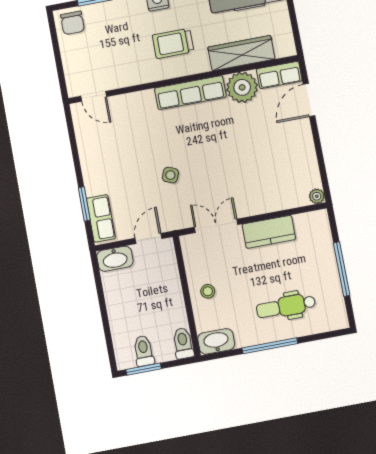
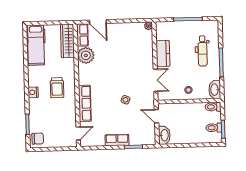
wardrobe: (241, 53) -> (68, 41), moved
row of seats: (190, 93) -> (85, 103), moved
row of seats: (101, 218) -> (117, 140), moved
double door: (216, 226) -> (156, 80), swing flipped

